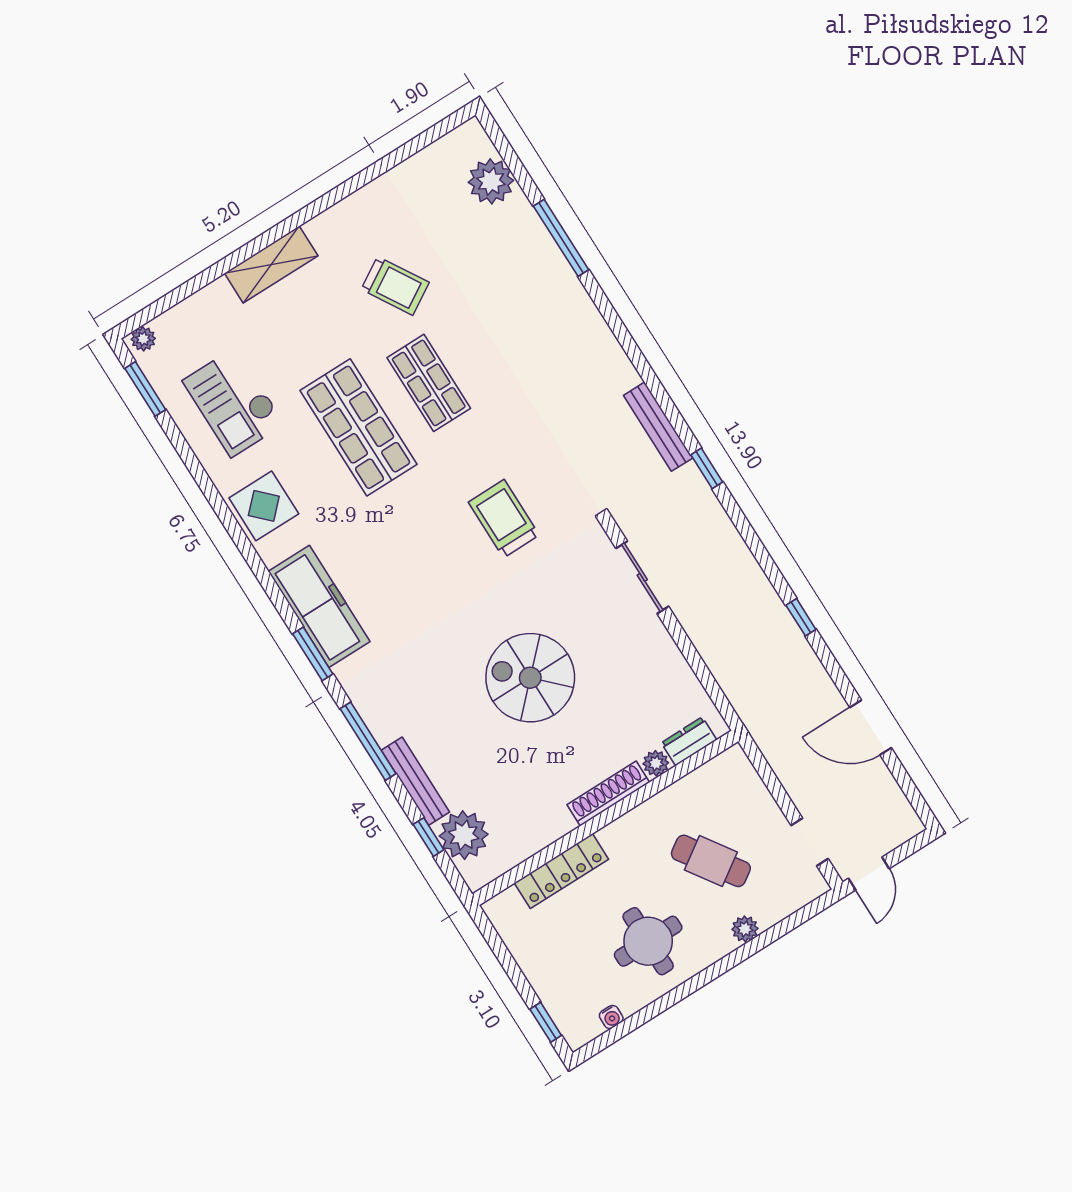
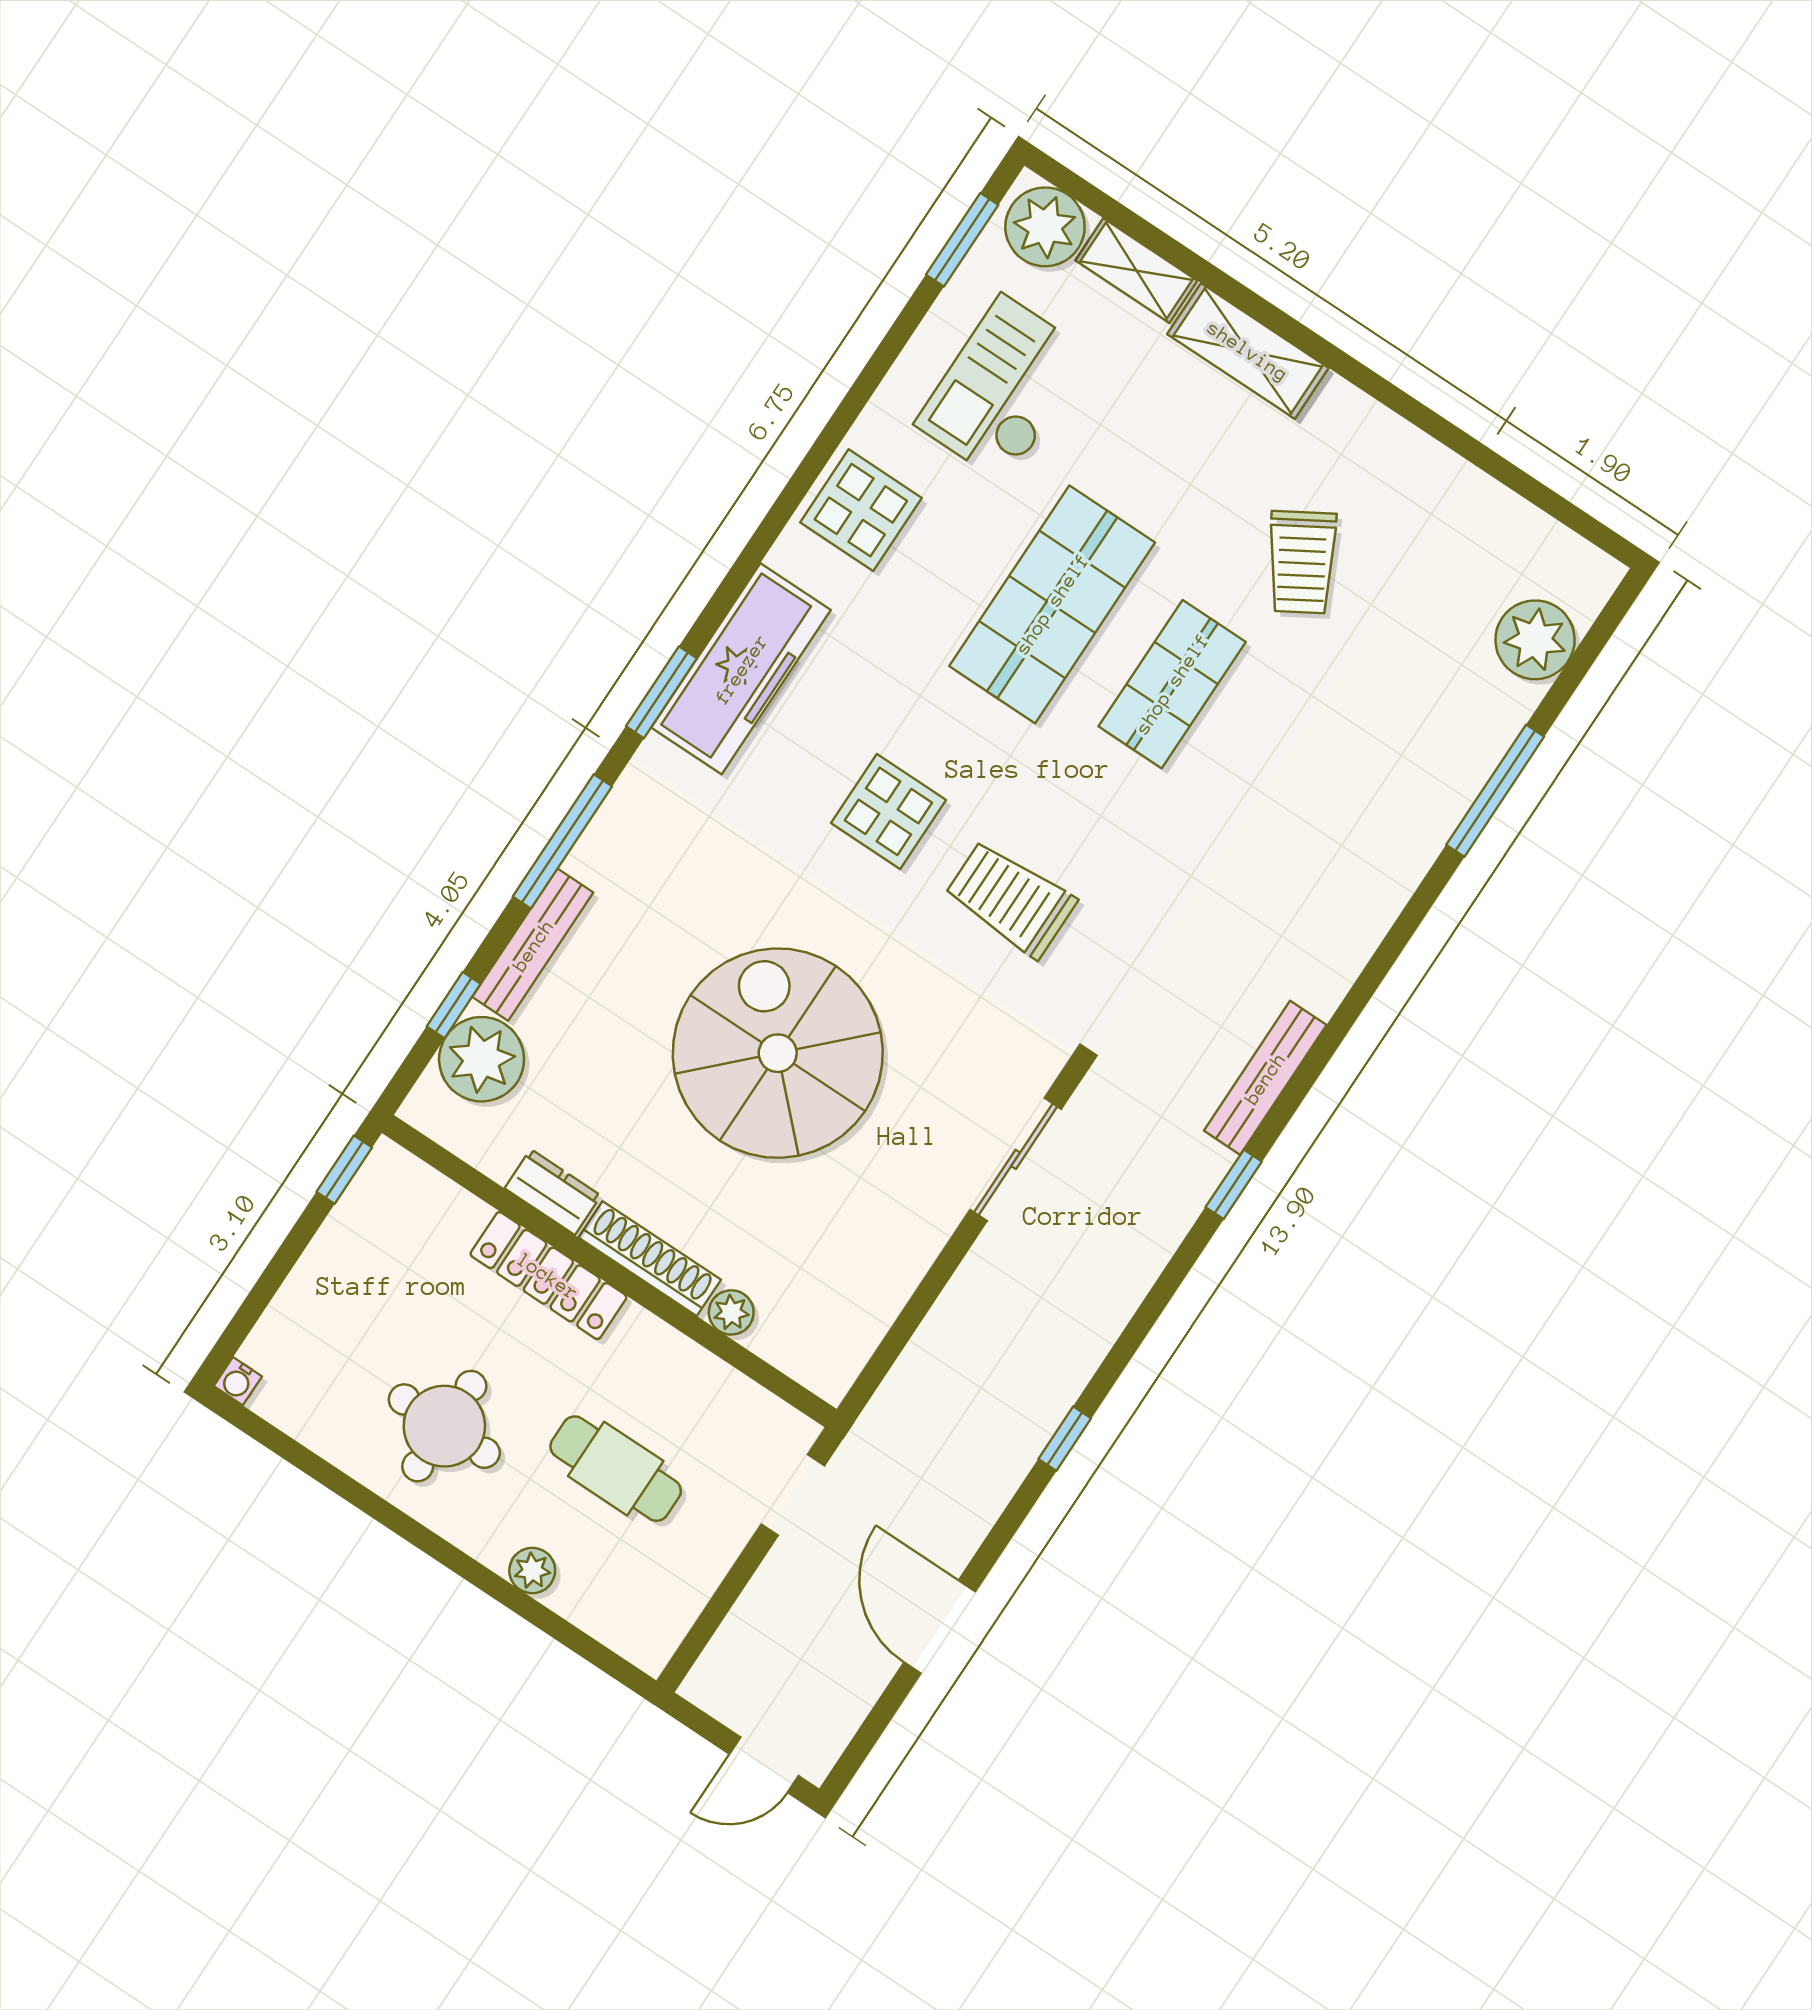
shelving: (202, 304) -> (1136, 271), added
plant: (143, 339) -> (1045, 227), width x1.87, depth x1.87
trolley: (504, 519) -> (1011, 899), turned -90
display table: (429, 562) -> (888, 811), added
spiral stairs: (530, 678) -> (778, 1053), width x1.37, depth x1.37
dresser: (689, 741) -> (553, 1192), moved
doorway: (810, 842) -> (793, 1495), moved
cafe table: (711, 861) -> (616, 1469), turned -56
locker: (561, 871) -> (548, 1276), moved
door: (869, 874) -> (764, 1765), moved
water cooler: (611, 1017) -> (238, 1381), moved
window: (546, 1022) -> (344, 1170), moved

